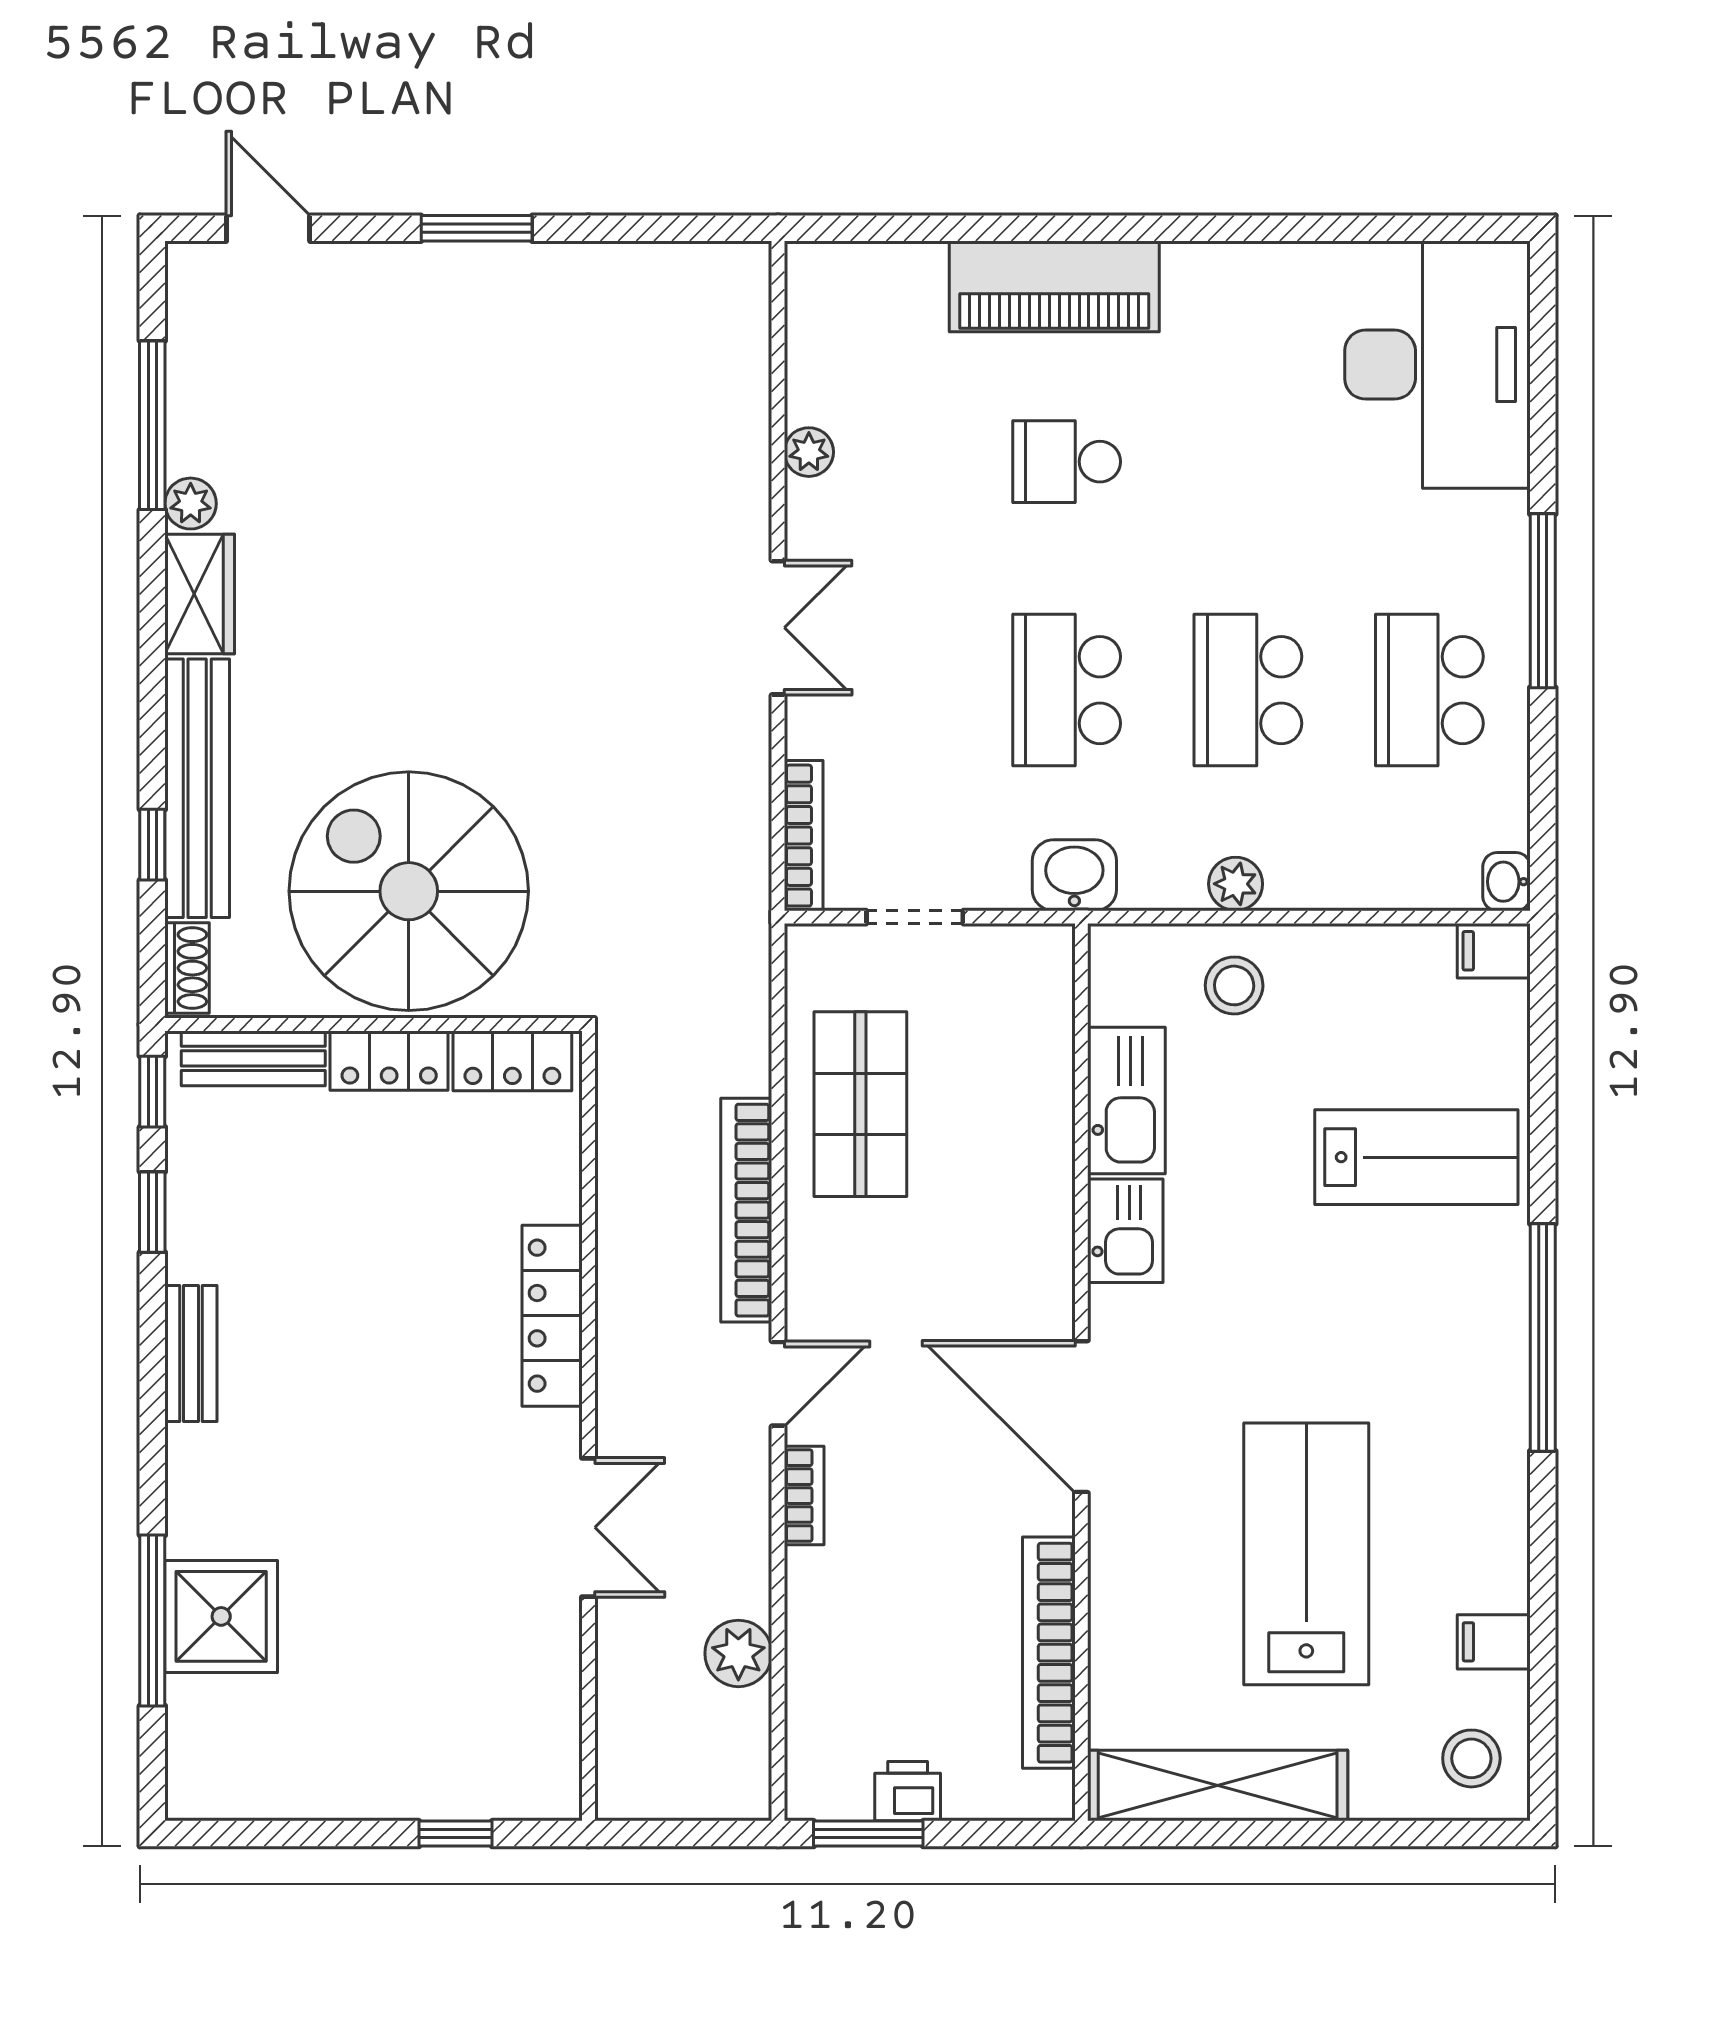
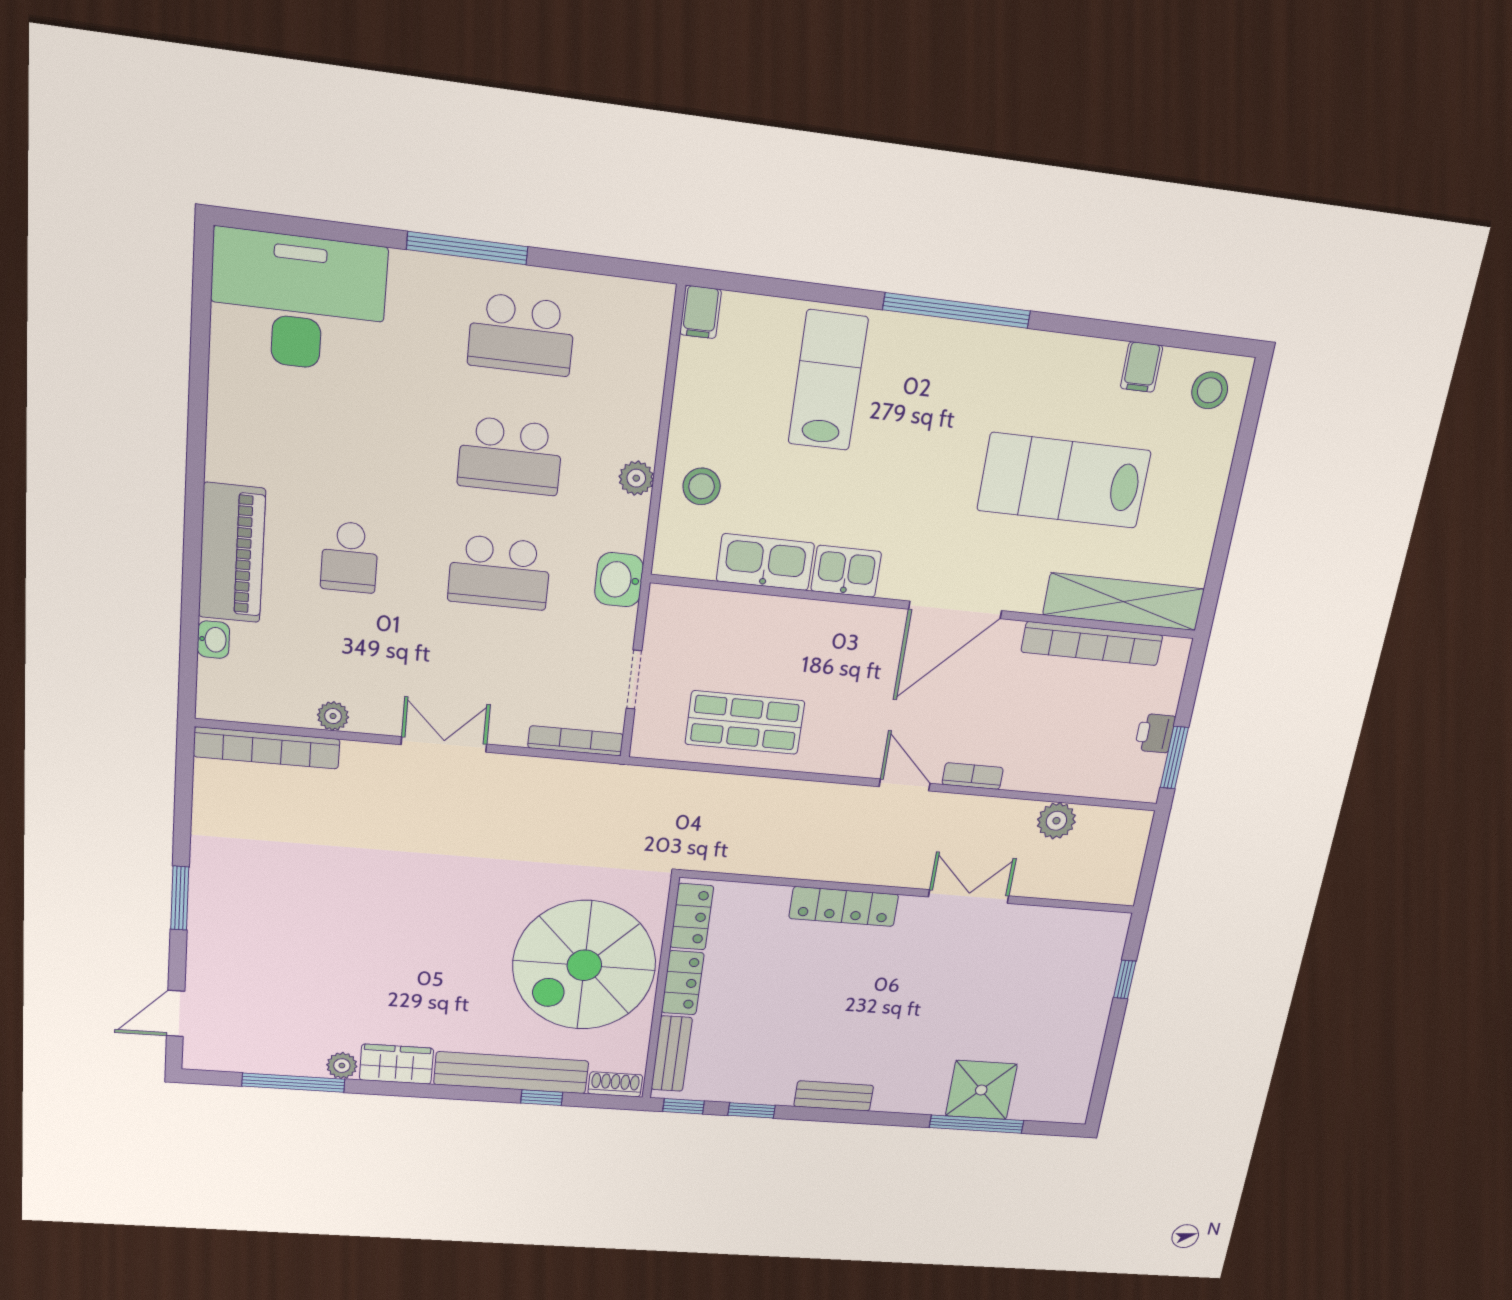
washbasin: (1507, 882) -> (213, 640), moved, turned -90
bookcase: (746, 1210) -> (267, 748), moved
shelving: (1218, 1785) -> (1124, 602), moved, turned 90

